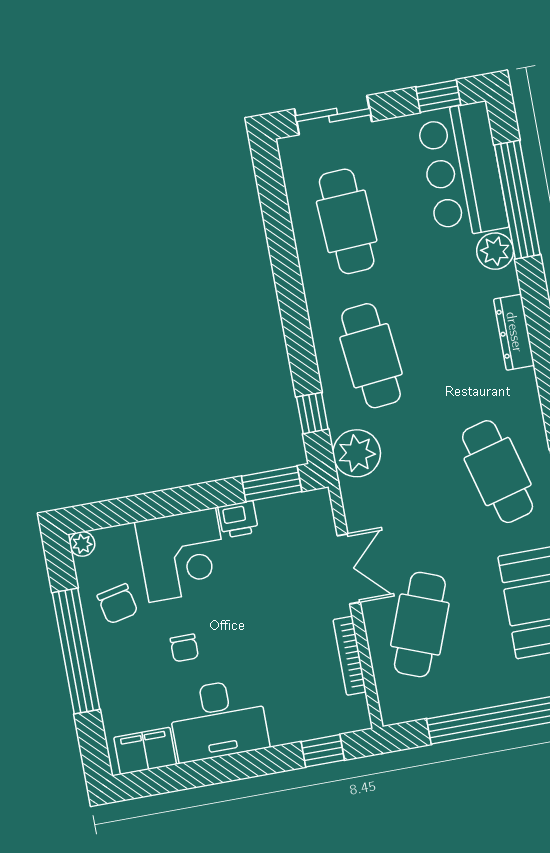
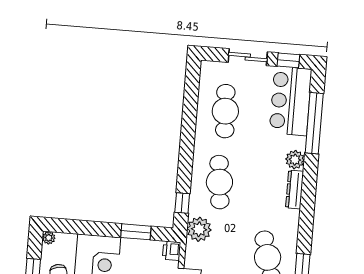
sliding door: (333, 115) -> (248, 57), moved
plant: (495, 251) -> (295, 160), moved
window: (272, 484) -> (136, 232), moved
printer: (238, 519) -> (171, 251), moved, turned 90

